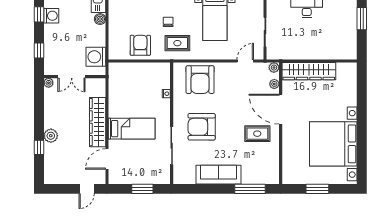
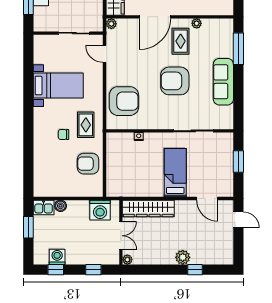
plant: (274, 84) -> (197, 23), moved
wardrobe: (98, 122) -> (148, 208), moved
armchair: (202, 127) -> (175, 81), moved, turned 90

